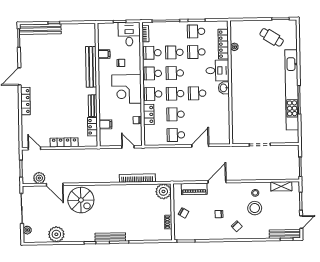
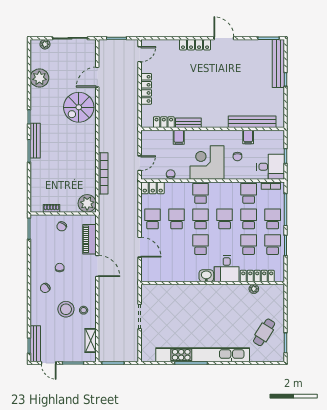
bench: (91, 67) -> (252, 122), moved
school desk: (153, 73) -> (273, 219), moved
locker: (149, 114) -> (153, 188), moved
filing cabinet: (105, 124) -> (179, 137), moved
plant: (39, 178) -> (105, 59), removed

